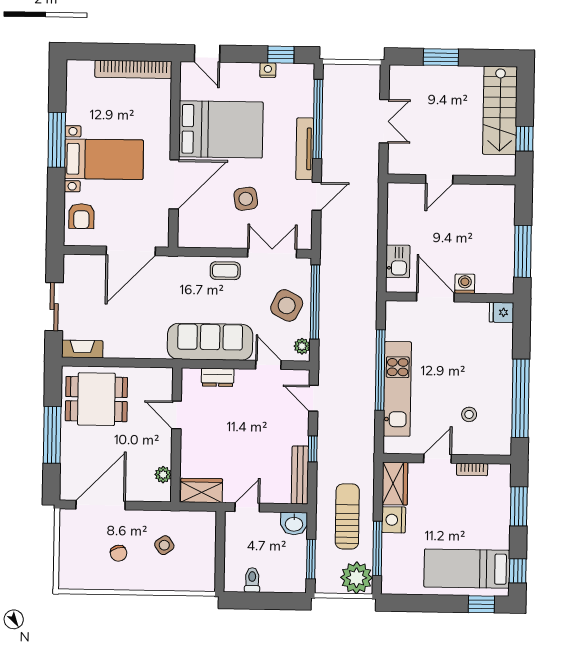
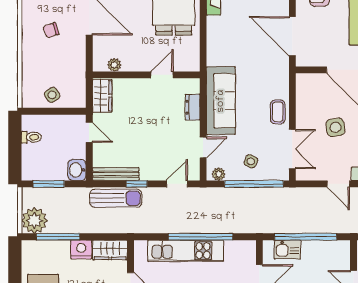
window: (382, 238) -> (306, 237), added
side table: (287, 305) -> (251, 161), width x0.54, depth x0.54
sun lounger: (347, 516) -> (116, 198), moved
side table: (164, 545) -> (52, 95), moved

